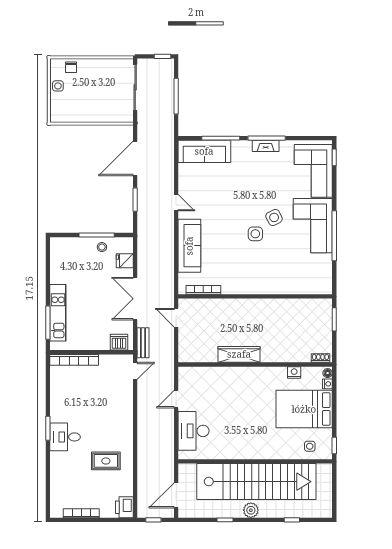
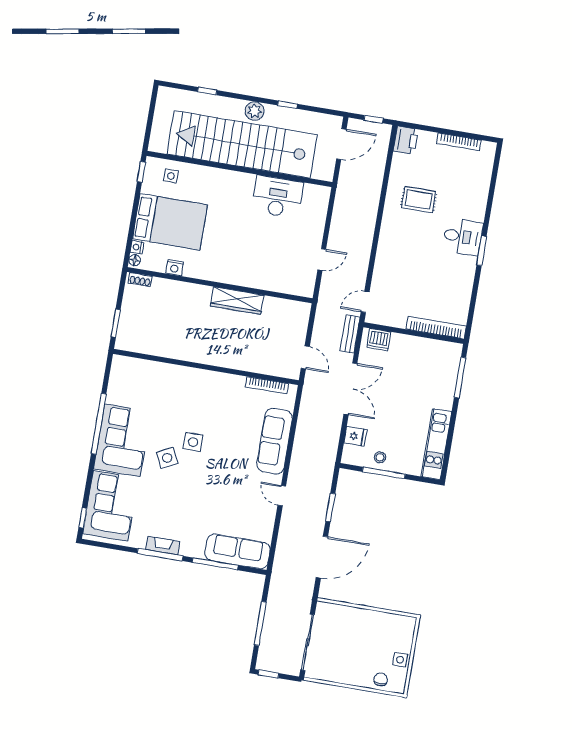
kitchen unit: (58, 313) -> (436, 444), moved
desk: (193, 431) -> (278, 197), moved, turned -90

